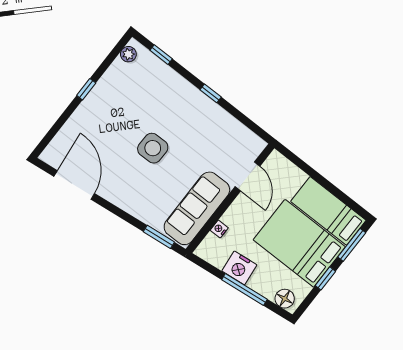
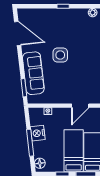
door: (74, 185) -> (18, 33), hinge flipped
sofa: (197, 208) -> (33, 73), moved, turned 83
bed: (299, 243) -> (74, 151), width x0.67

